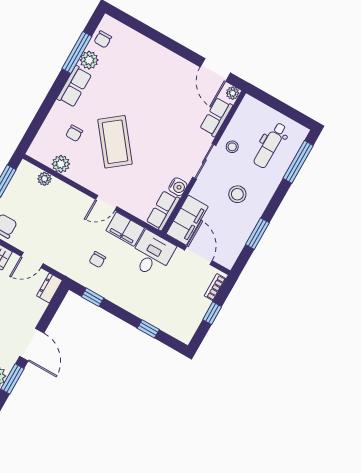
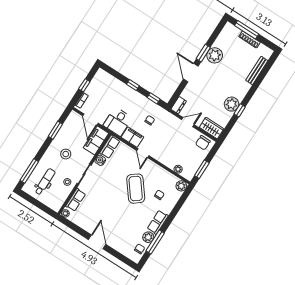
door: (215, 70) -> (97, 242), moved
plant: (61, 164) -> (181, 186), moved
door: (106, 203) -> (143, 153), swing flipped
window: (148, 329) -> (133, 85), moved

